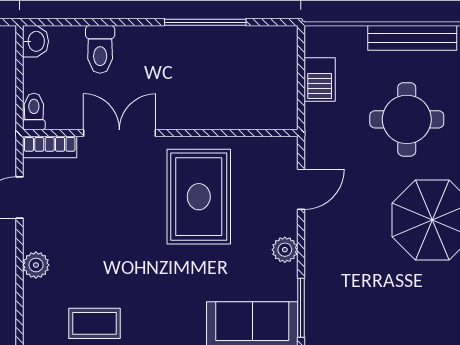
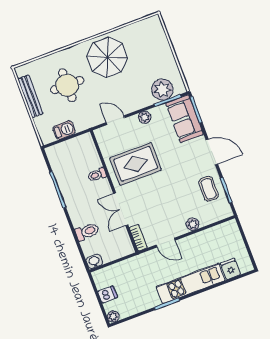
toilet: (34, 112) -> (97, 175), moved
plant: (327, 305) -> (162, 90), added

